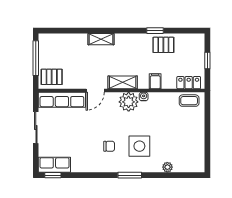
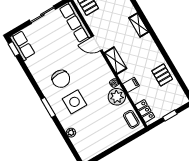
window: (155, 31) -> (169, 62), removed
plant: (129, 102) -> (117, 97), moved
chair: (109, 146) -> (61, 79), width x1.87, depth x1.87

